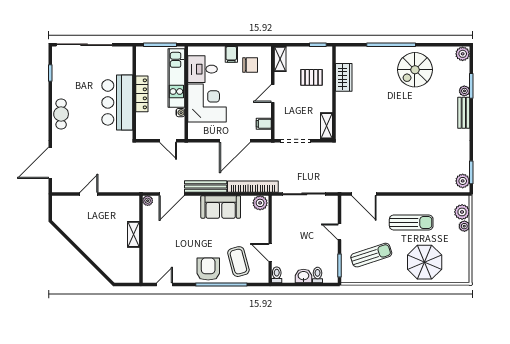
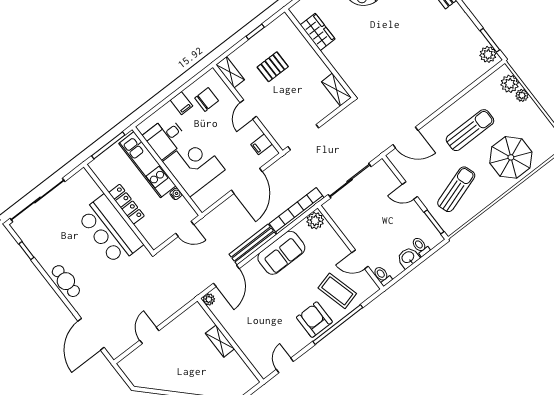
wardrobe: (344, 77) -> (318, 32), moved
wall: (334, 93) -> (320, 53), moved
shelving: (327, 126) -> (336, 90), moved

